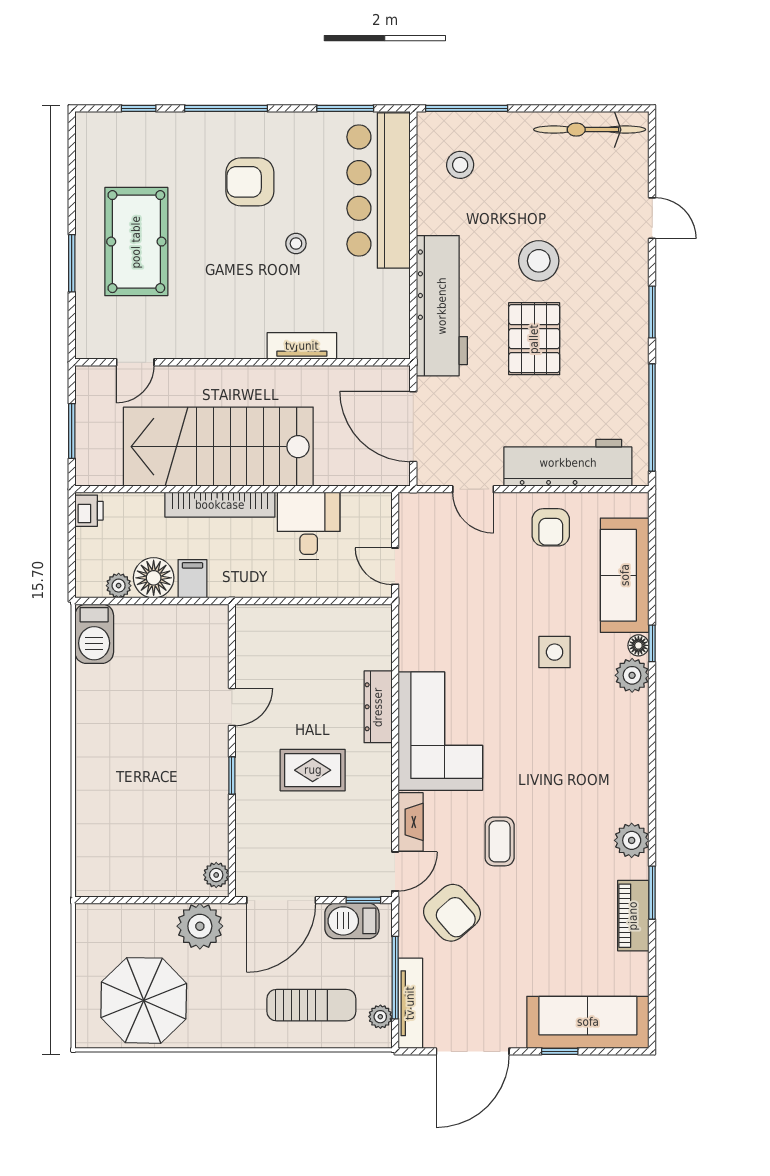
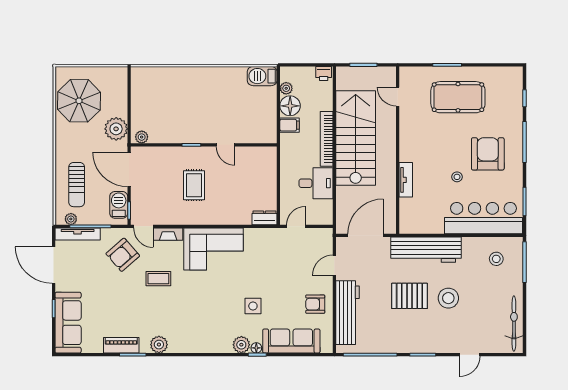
armchair: (250, 182) -> (488, 154), width x1.36, depth x1.36
dresser: (378, 707) -> (264, 218), moved, width x0.70

